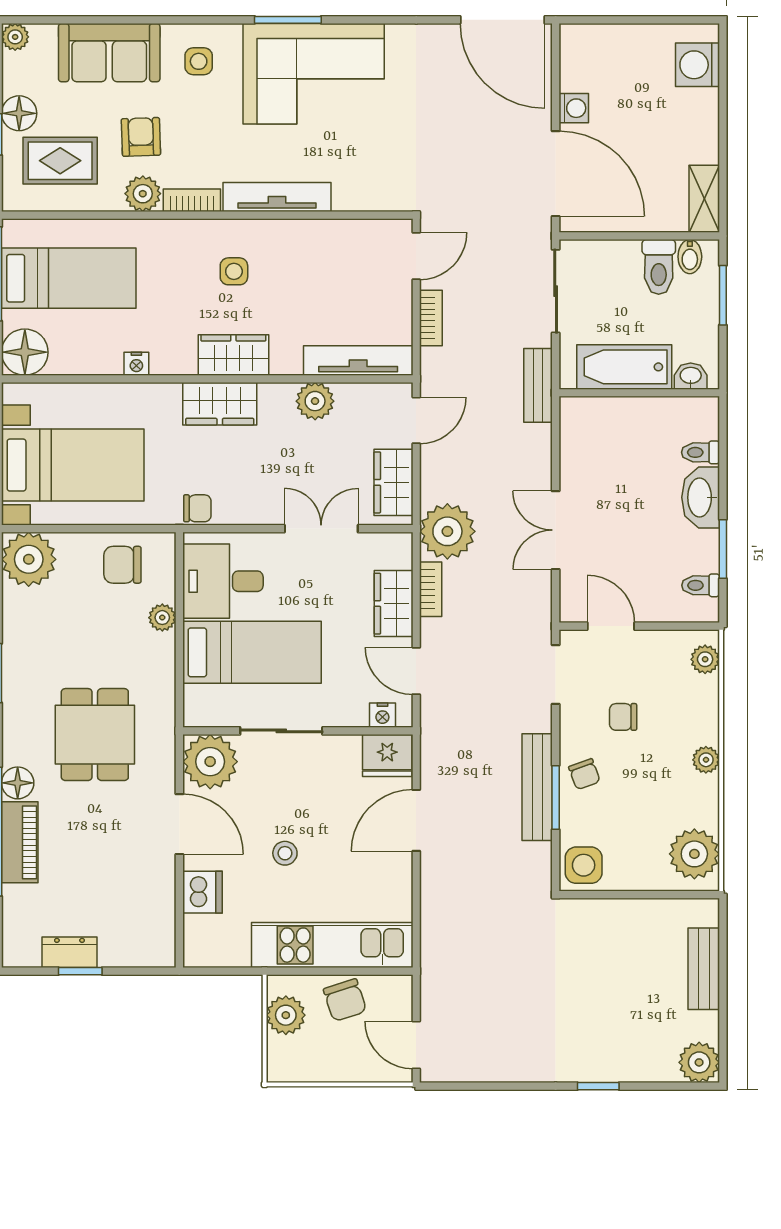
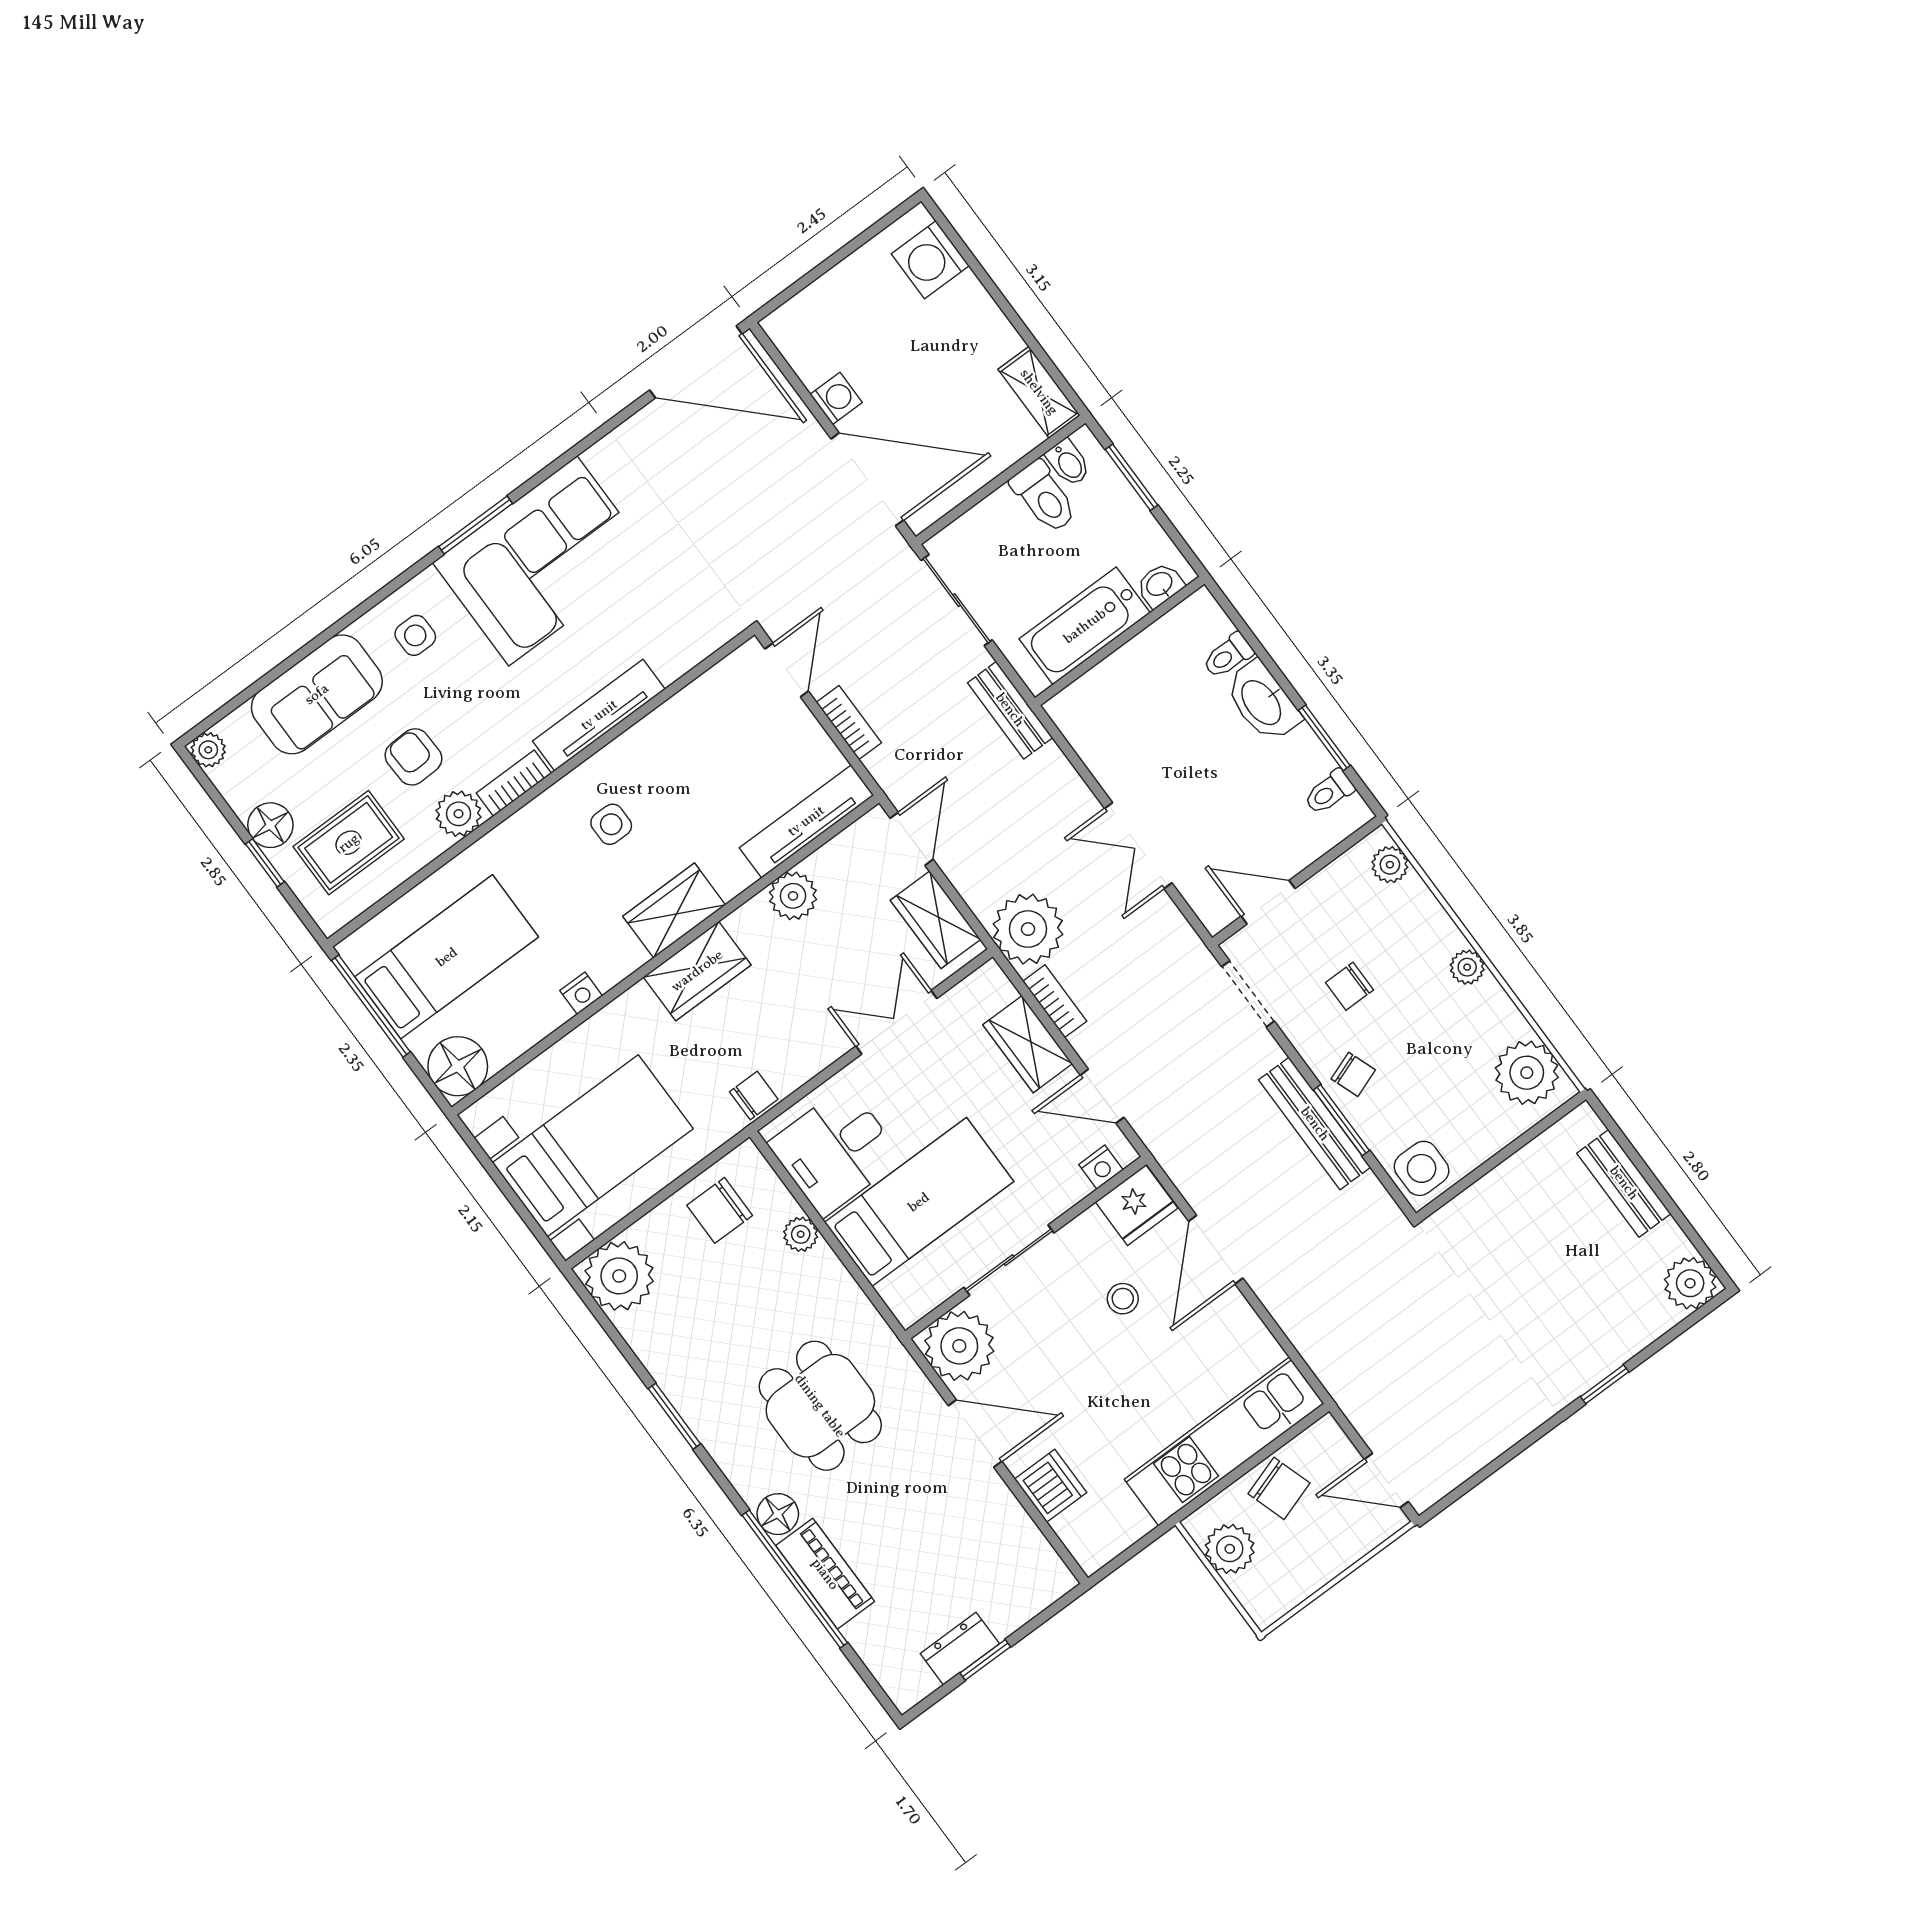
stool: (285, 853) -> (1123, 1299), moved

